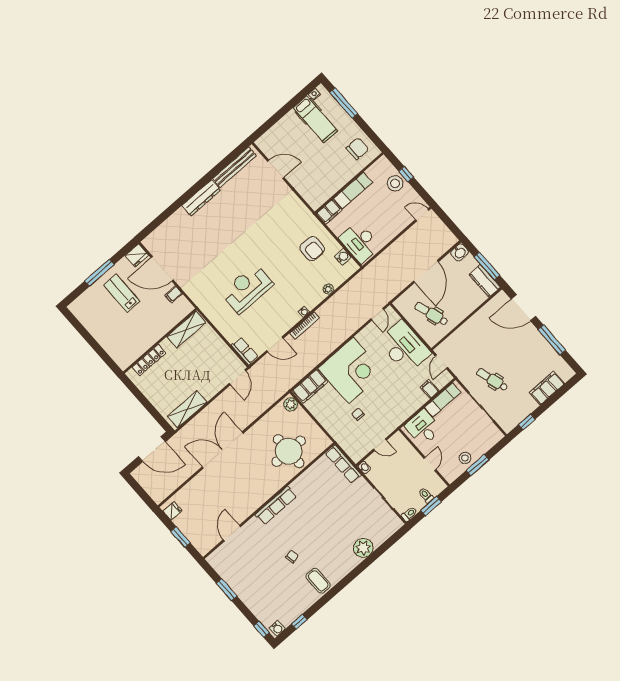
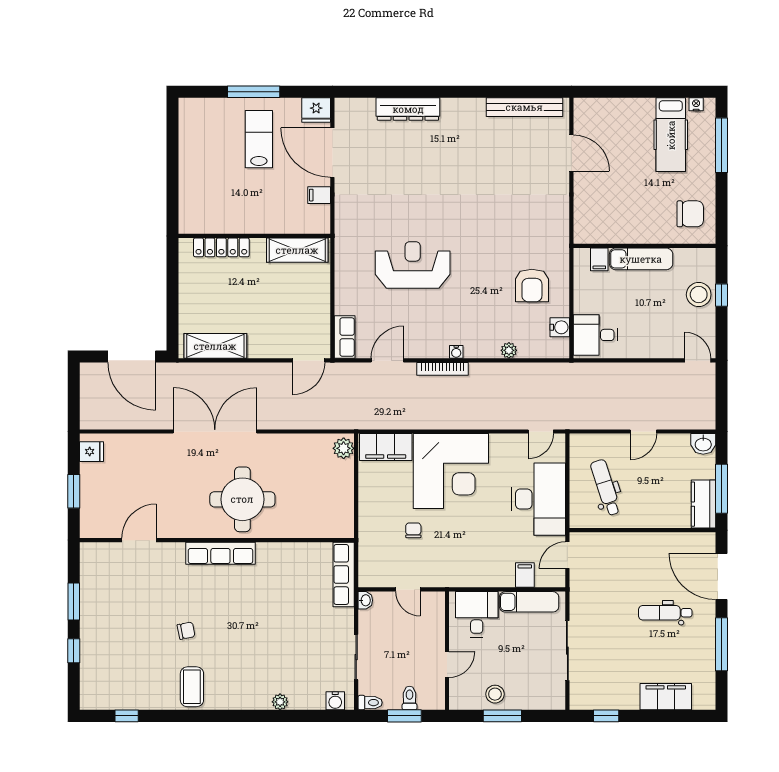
dresser: (201, 198) -> (408, 109), moved
filing cabinet: (329, 212) -> (599, 259), width x0.50
desk: (360, 242) -> (595, 335), width x0.73
door: (426, 271) -> (643, 431), width x0.53
door: (275, 344) -> (387, 360), swing flipped
dental chair: (492, 380) -> (665, 613), moved, turned -73
round table: (289, 451) -> (242, 499), moved
plant: (363, 548) -> (280, 702), width x0.53, depth x0.53
water cooler: (277, 628) -> (335, 701), moved
window: (261, 629) -> (74, 651), moved

